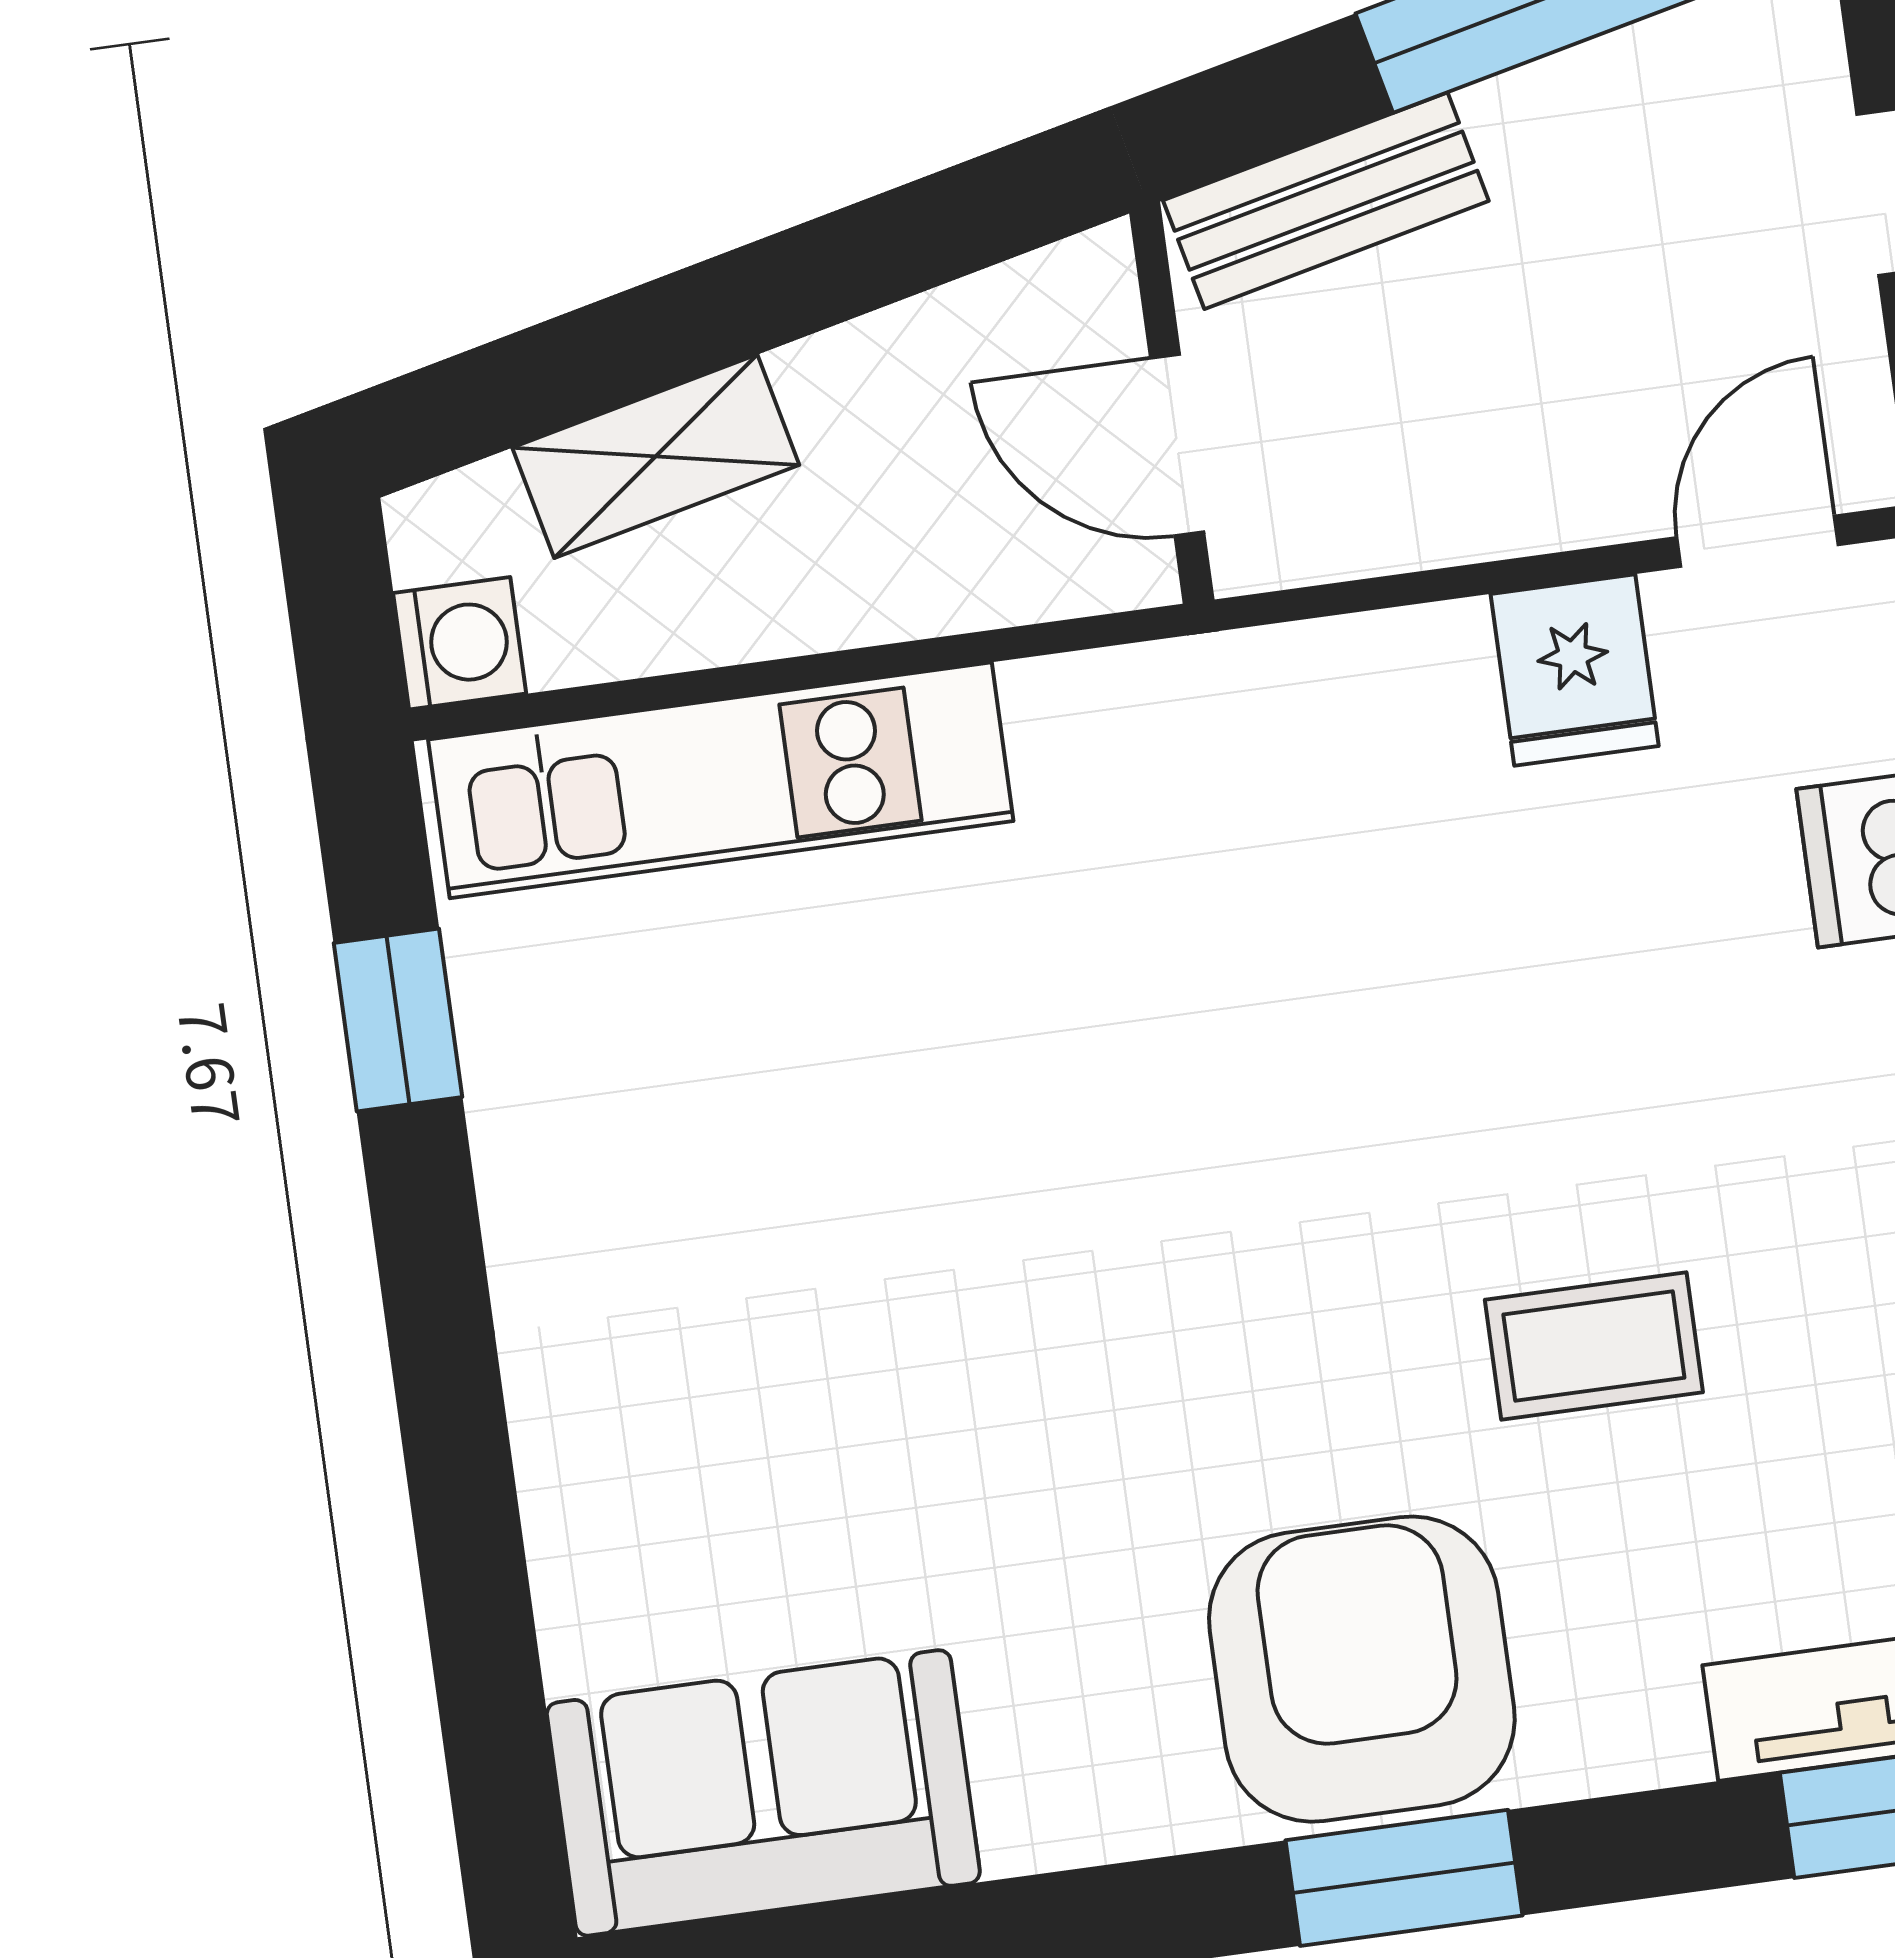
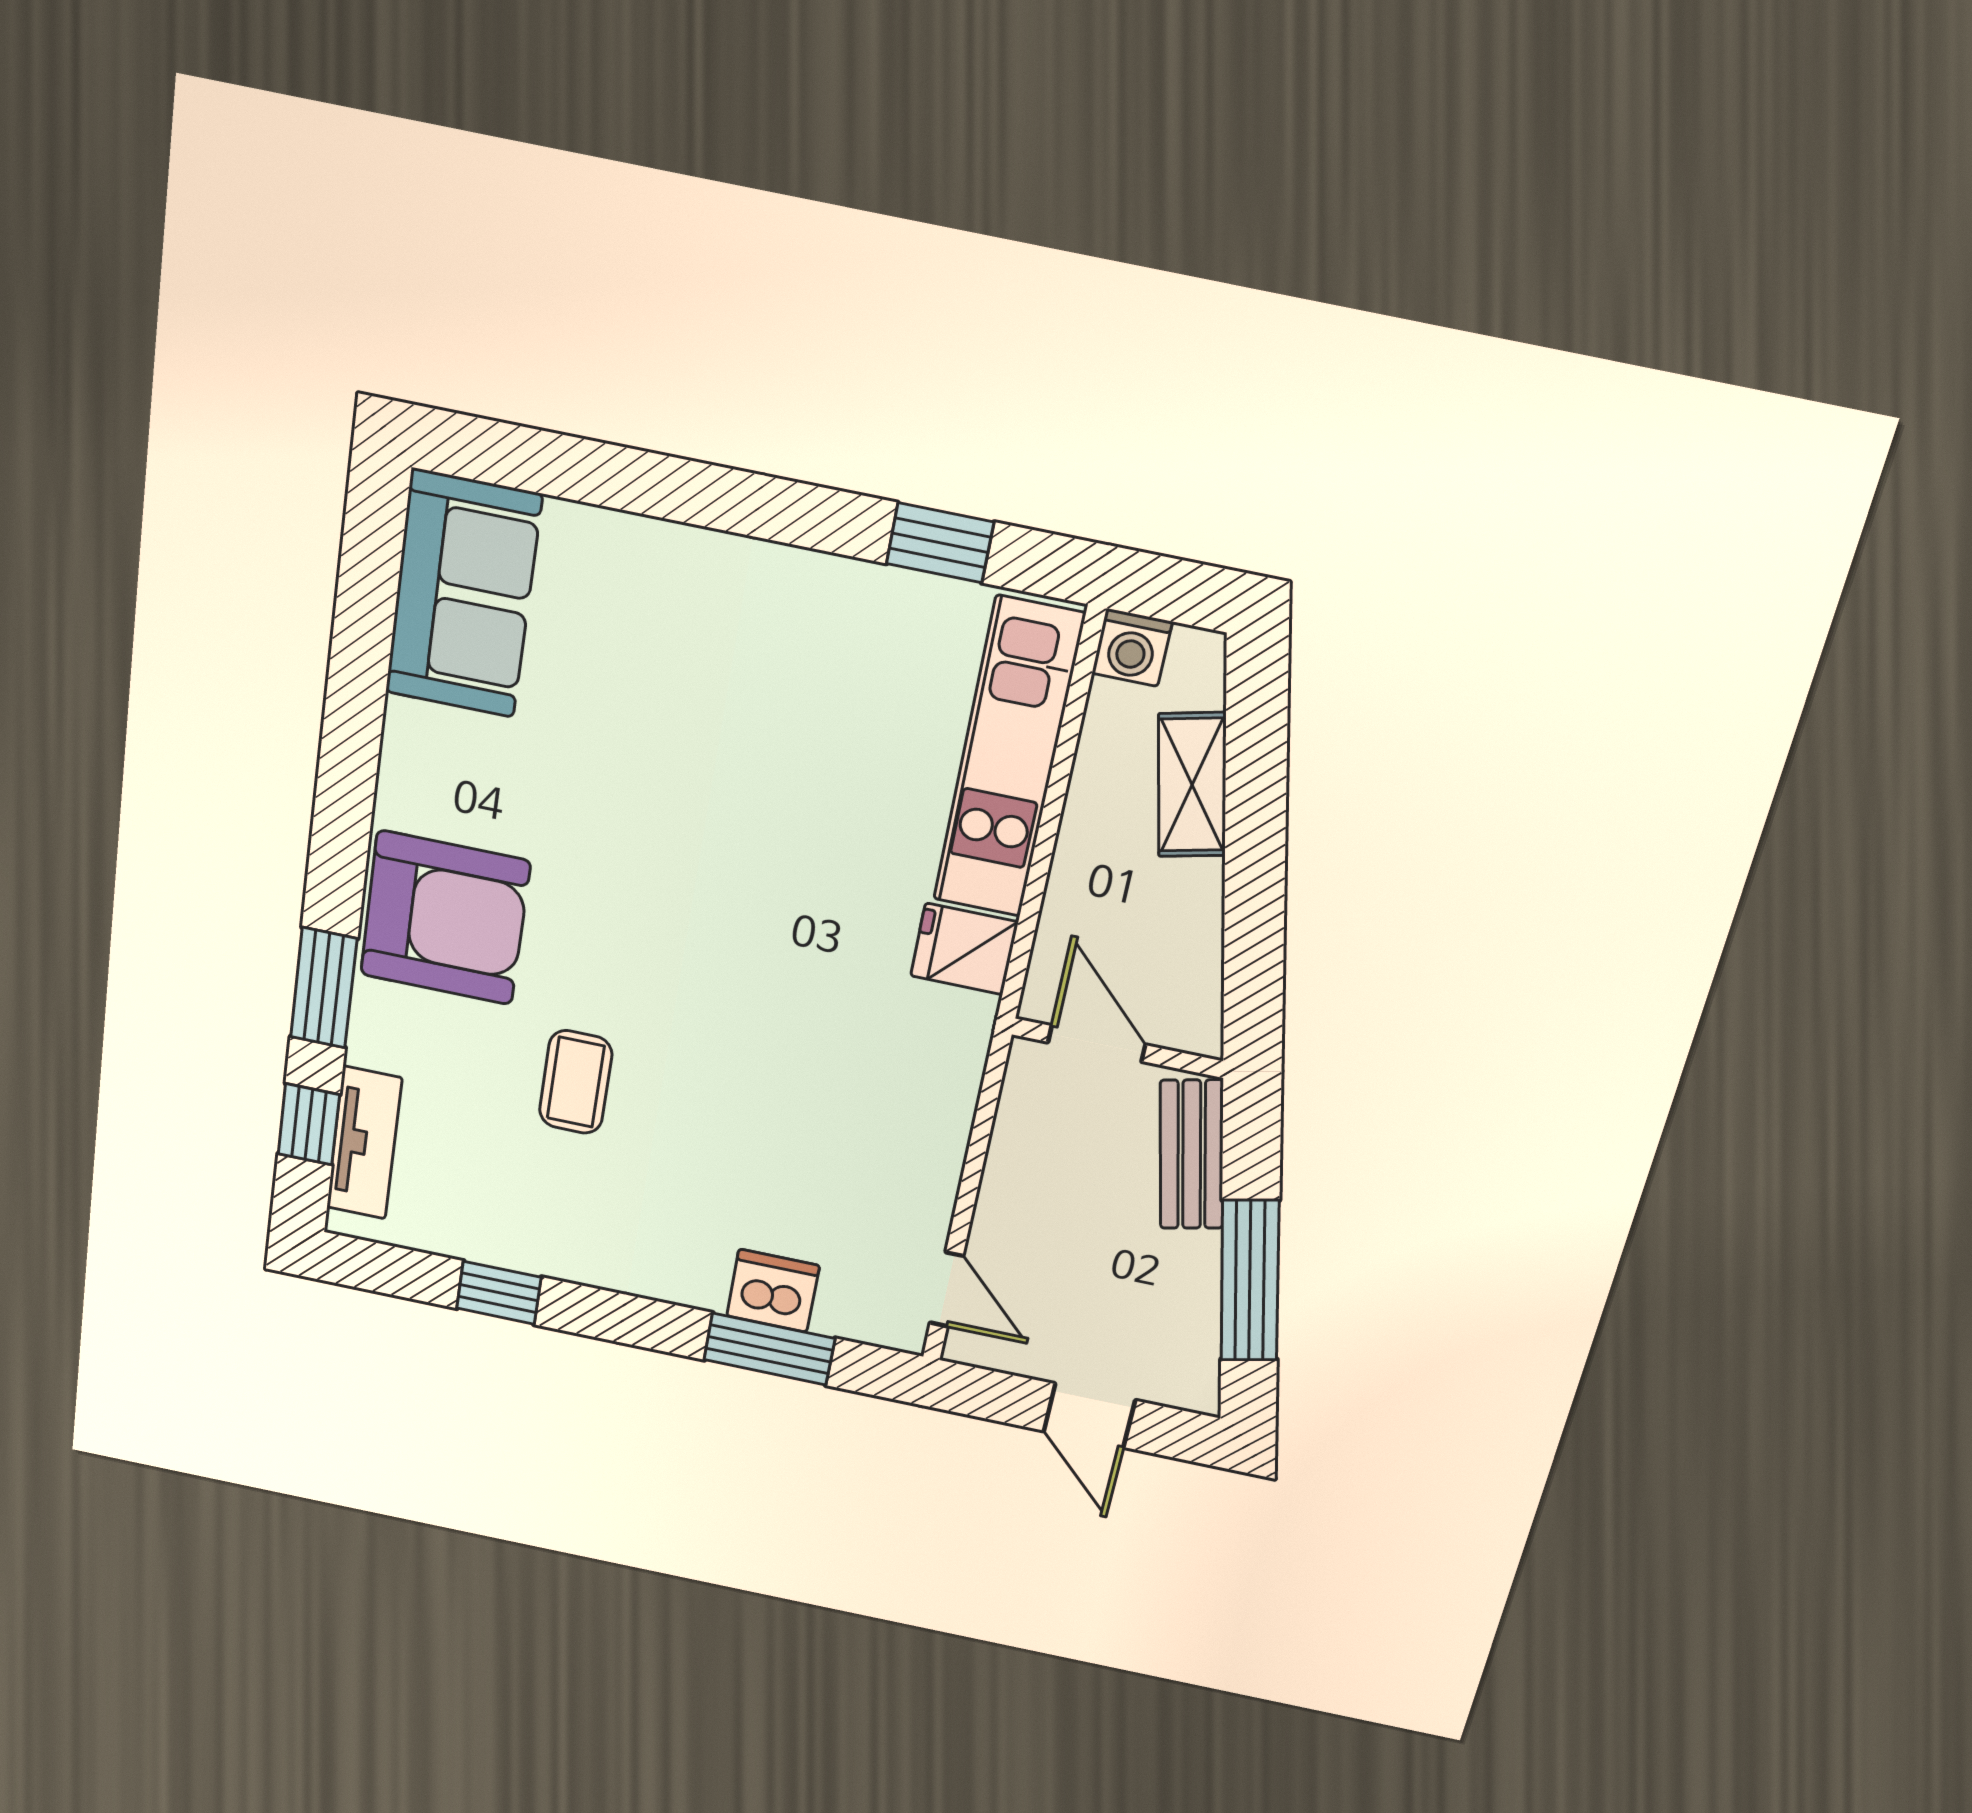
door: (1177, 445) -> (1097, 1044), hinge flipped
fridge: (1575, 670) -> (964, 949), moved
window: (1404, 1878) -> (324, 988), moved

